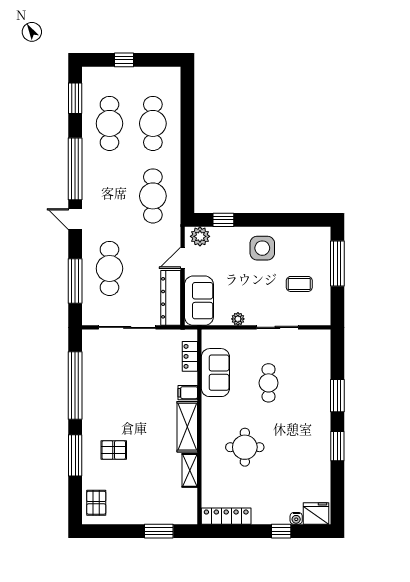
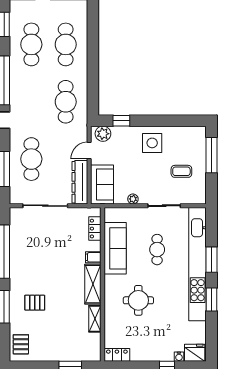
sofa: (215, 373) -> (115, 248), width x1.36
kitchen unit: (320, 401) -> (198, 264), added
locker: (226, 516) -> (117, 355), width x0.66

